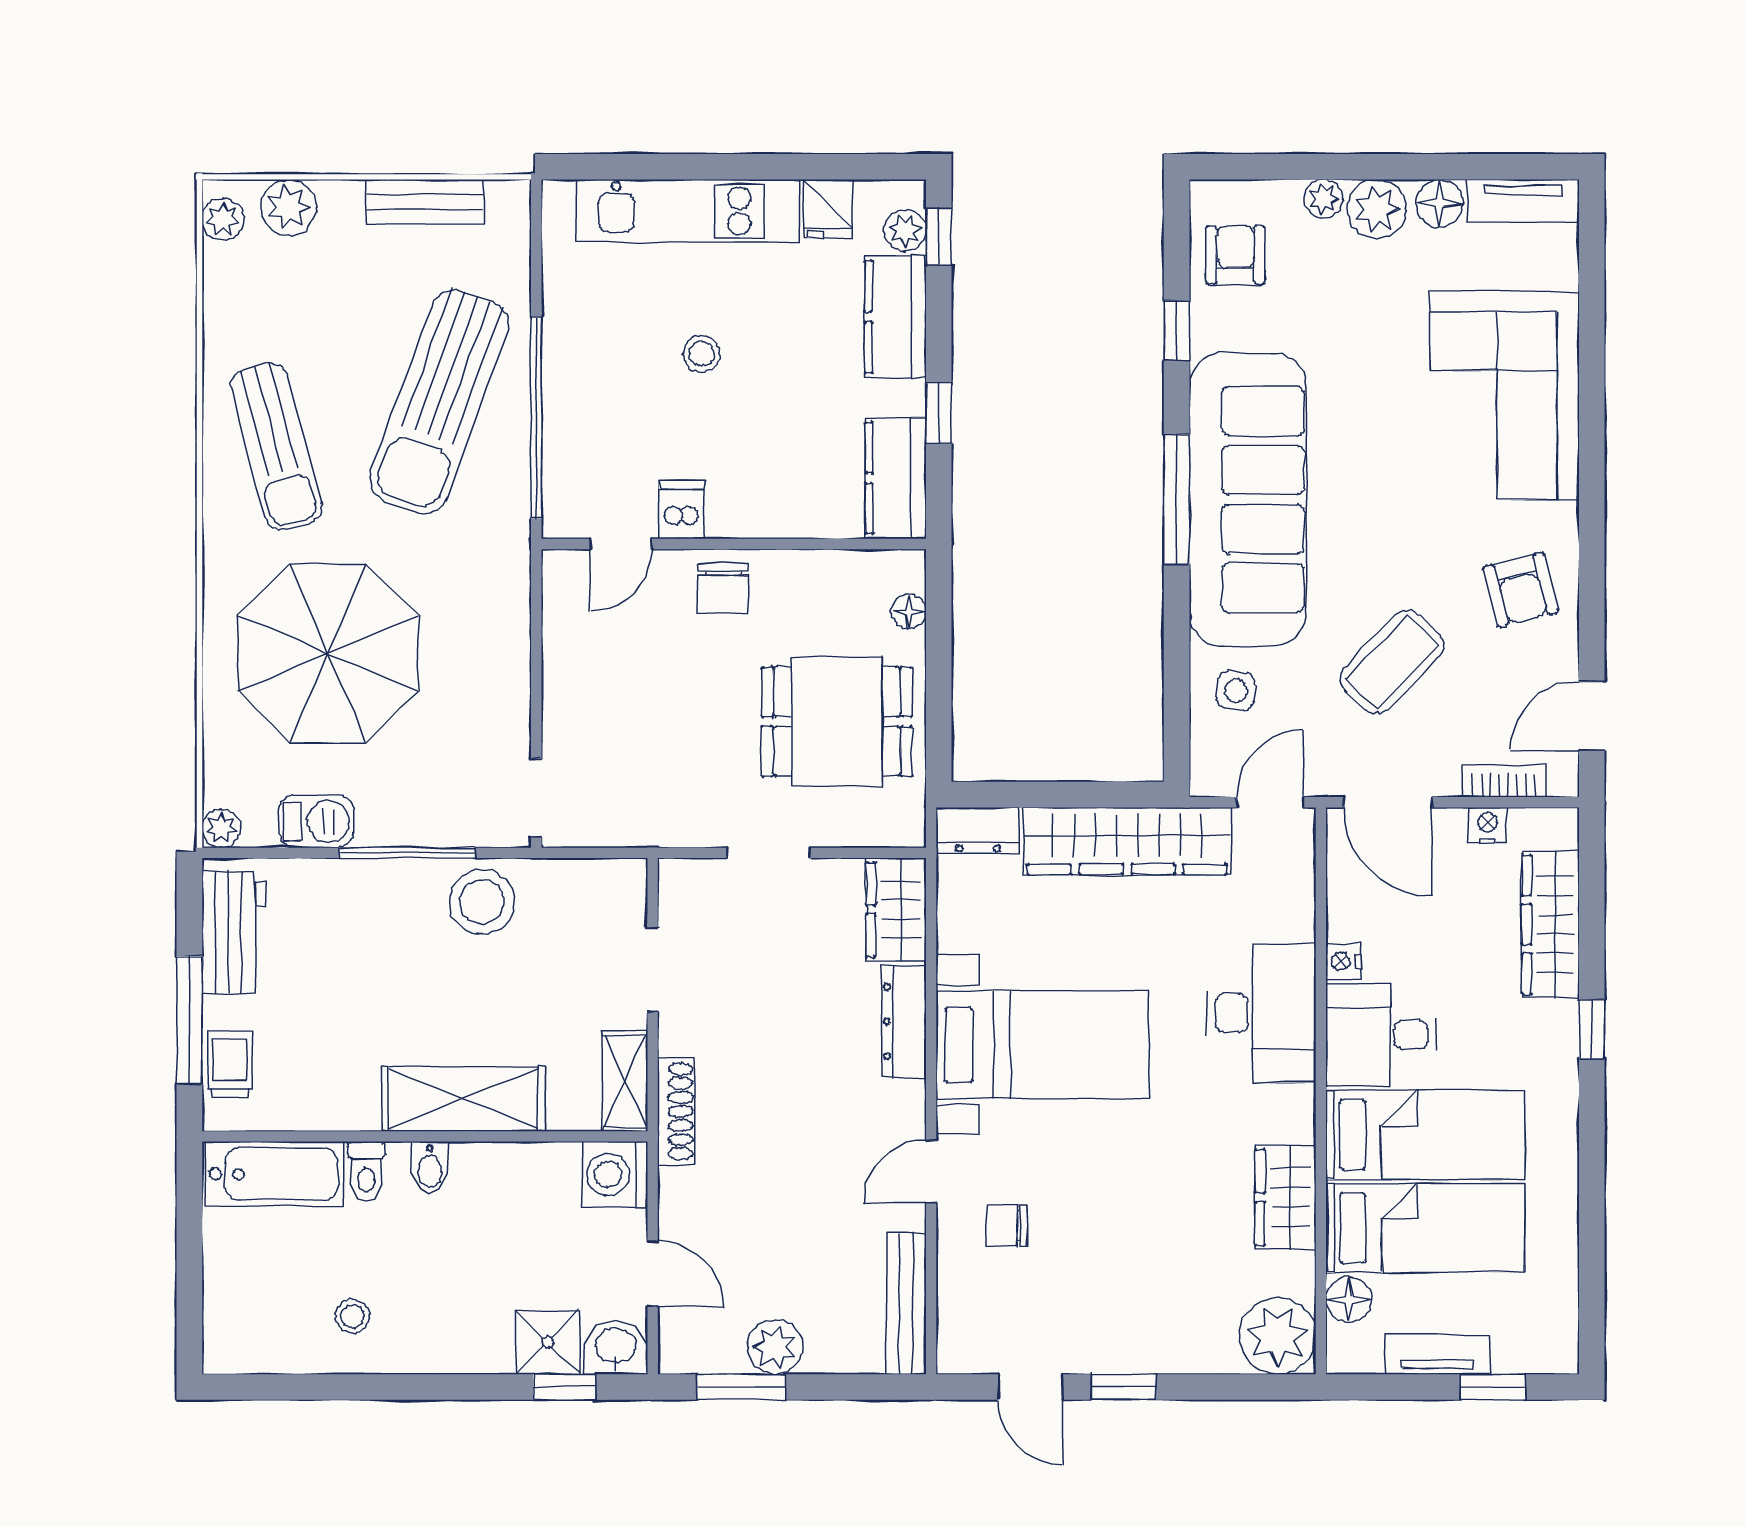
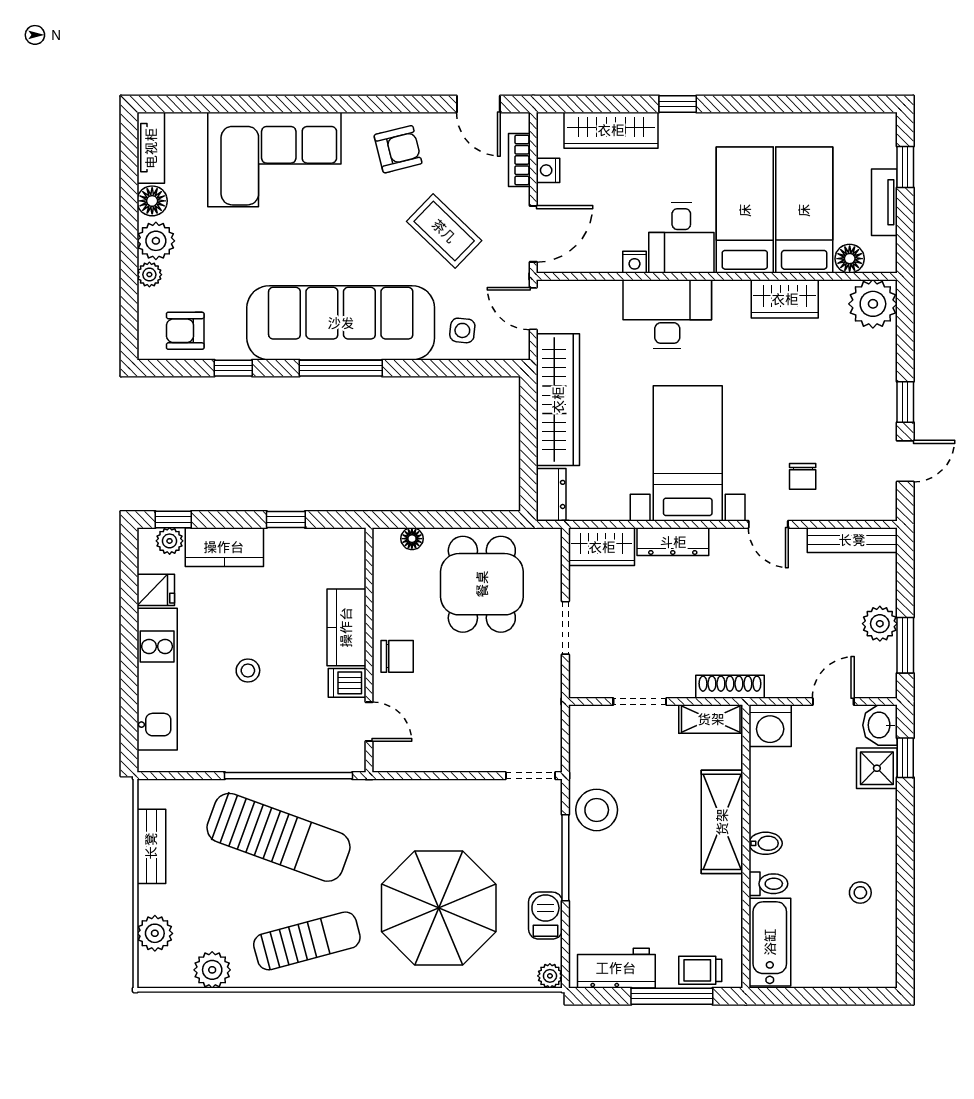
plant: (223, 219) -> (212, 970), moved, width x1.38, depth x1.38
kitchen counter: (896, 478) -> (346, 627), moved, turned 90

